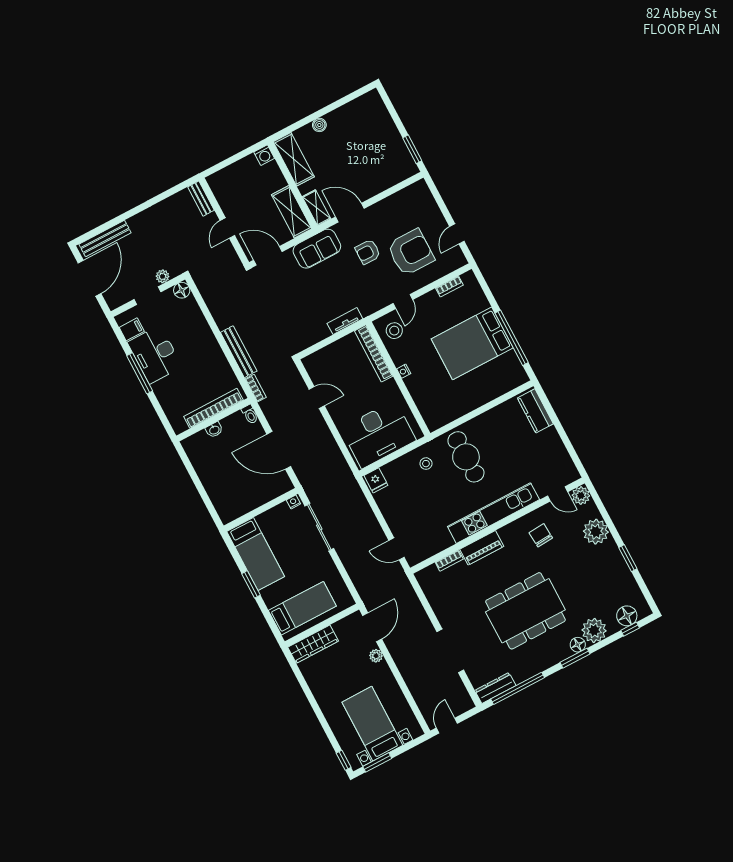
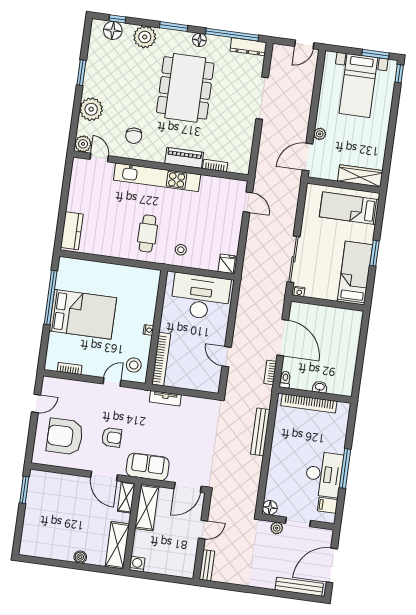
armchair: (411, 252) -> (65, 436), moved
door: (268, 256) -> (188, 487), hinge flipped
bookcase: (256, 388) -> (270, 372), moved
cafe table: (466, 457) -> (148, 233), width x0.73, depth x0.74
dining table: (525, 611) -> (185, 88), turned 90
floor lamp: (578, 645) -> (199, 40), moved

